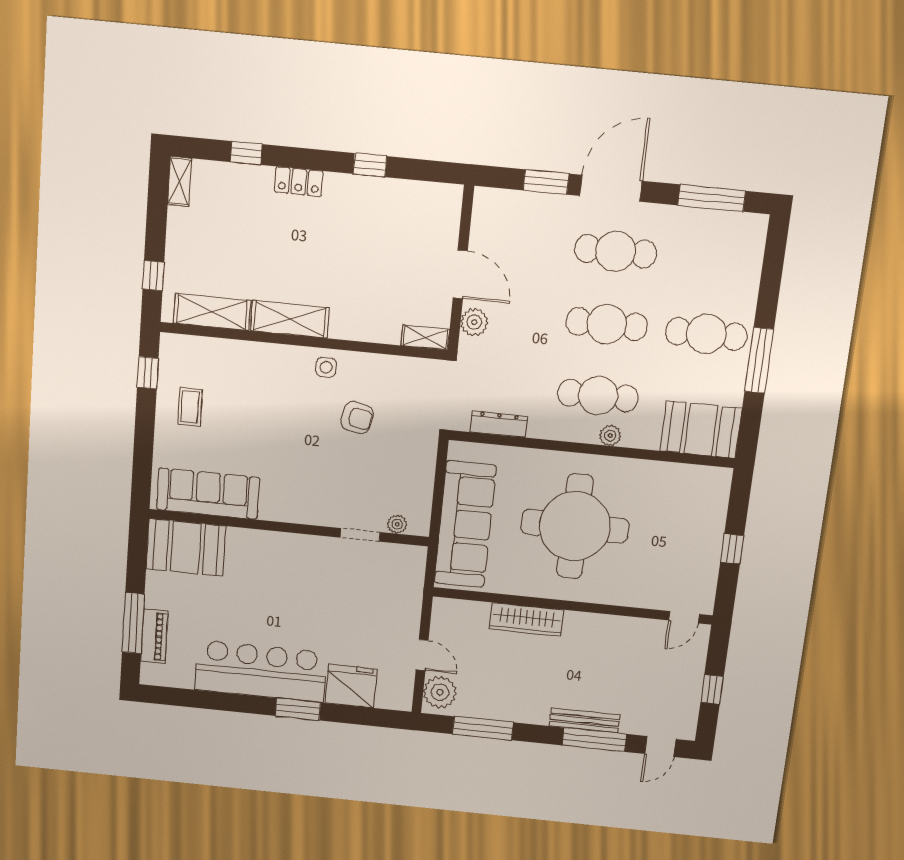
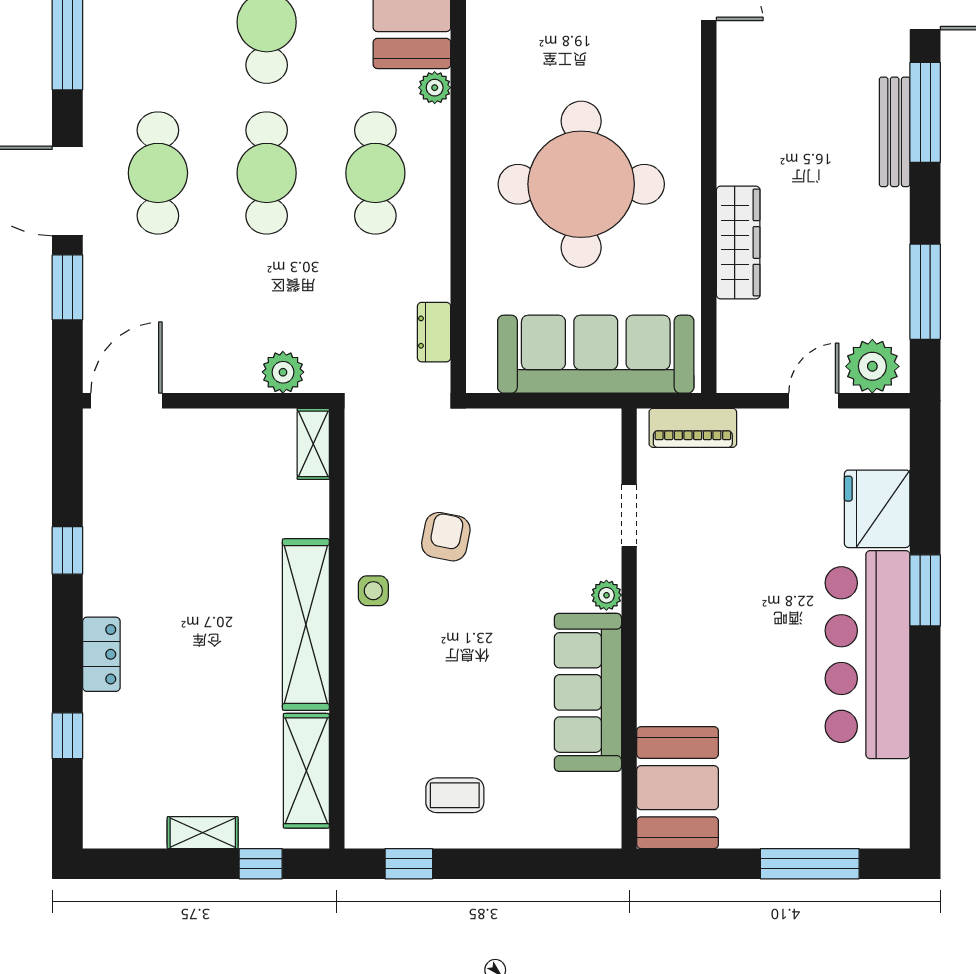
shelving: (180, 182) -> (203, 833), moved
door: (460, 274) -> (126, 401), moved
shelving: (290, 319) -> (306, 625), width x1.47
dresser: (499, 424) -> (434, 332), width x0.70
plant: (610, 436) -> (435, 88), moved
sofa: (208, 494) -> (588, 692), moved
plant: (397, 524) -> (606, 595), moved
piano: (154, 636) -> (693, 428), moved, turned 180

